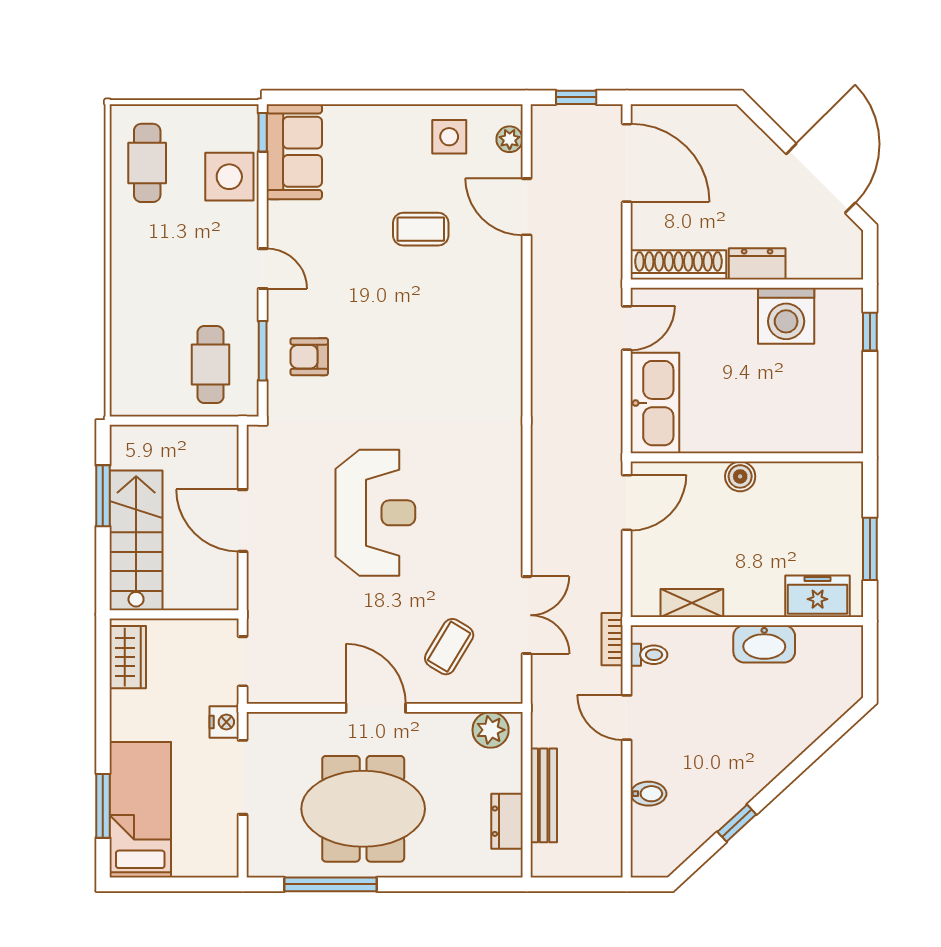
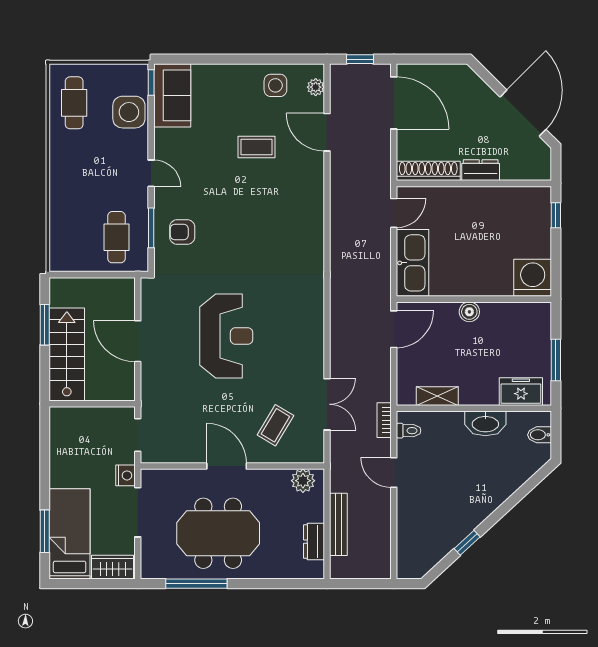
washing machine: (786, 316) -> (533, 278), moved, turned 180
wardrobe: (128, 657) -> (113, 567), moved, turned -90
bidet: (649, 794) -> (540, 435), moved, turned 180

